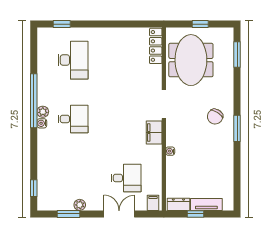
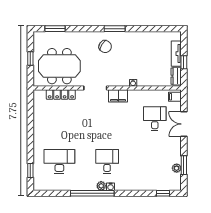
locker: (156, 46) -> (61, 95), moved
plant: (80, 205) -> (177, 168), moved

